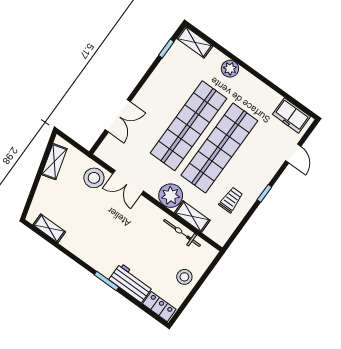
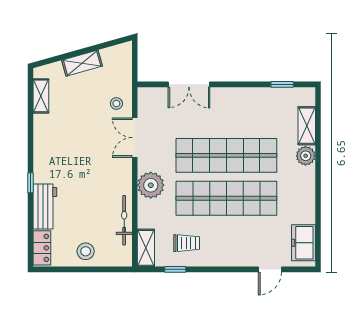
shelving: (195, 42) -> (307, 126), moved
shelving: (54, 162) -> (82, 63), moved
stool: (94, 178) -> (116, 104), width x0.53, depth x0.53
window: (264, 193) -> (175, 269), moved
shelving: (192, 217) -> (146, 248), moved
window: (106, 281) -> (31, 183), width x0.67

